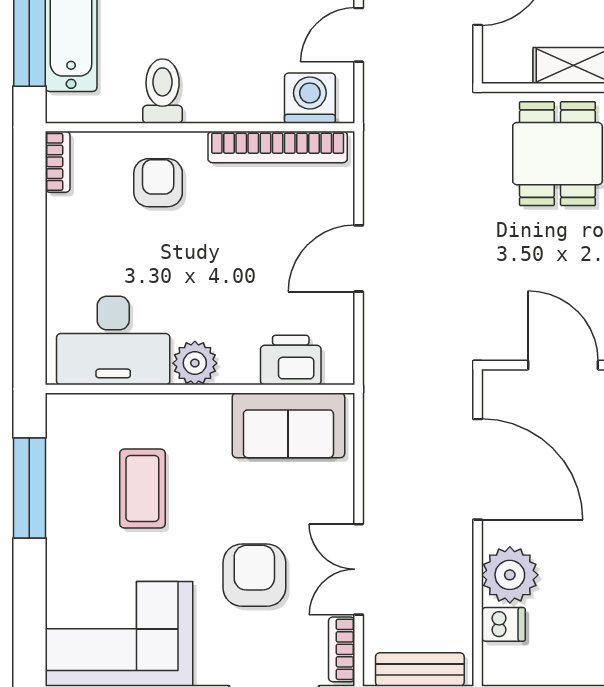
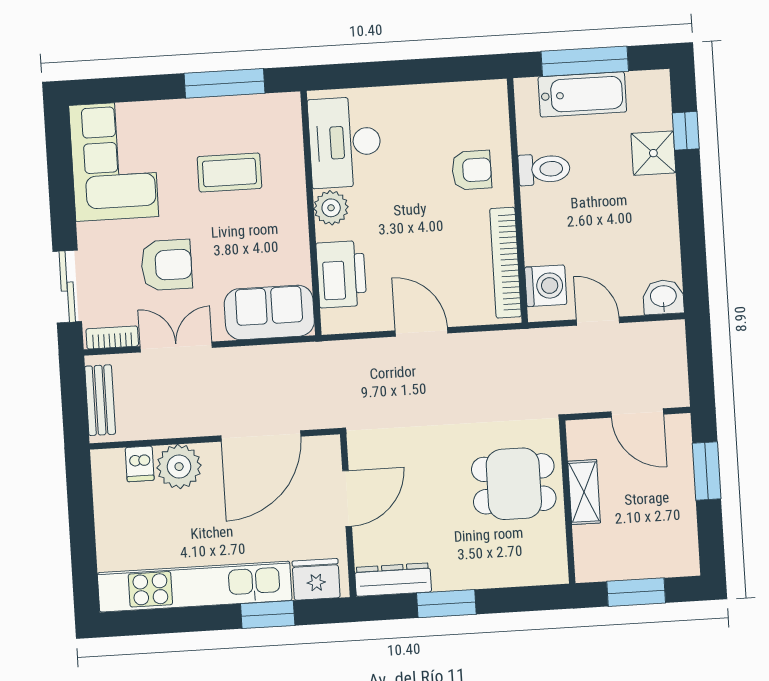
bookcase: (58, 162) -> (483, 90), removed
printer: (291, 360) -> (341, 274), width x1.37, depth x1.19
sofa: (288, 425) -> (269, 312), moved, turned 90

